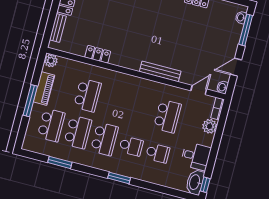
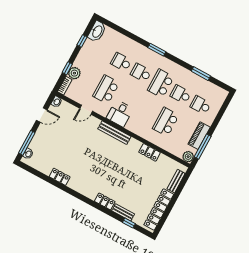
bench: (160, 71) -> (114, 133), moved
door: (199, 90) -> (86, 110), moved
window: (30, 101) -> (203, 147), moved
school desk: (51, 125) -> (201, 105), width x0.54
window: (220, 130) -> (67, 68), added
school desk: (78, 132) -> (181, 94), width x0.54
desk: (196, 156) -> (120, 113), moved, turned -90
window: (205, 185) -> (82, 41), moved

